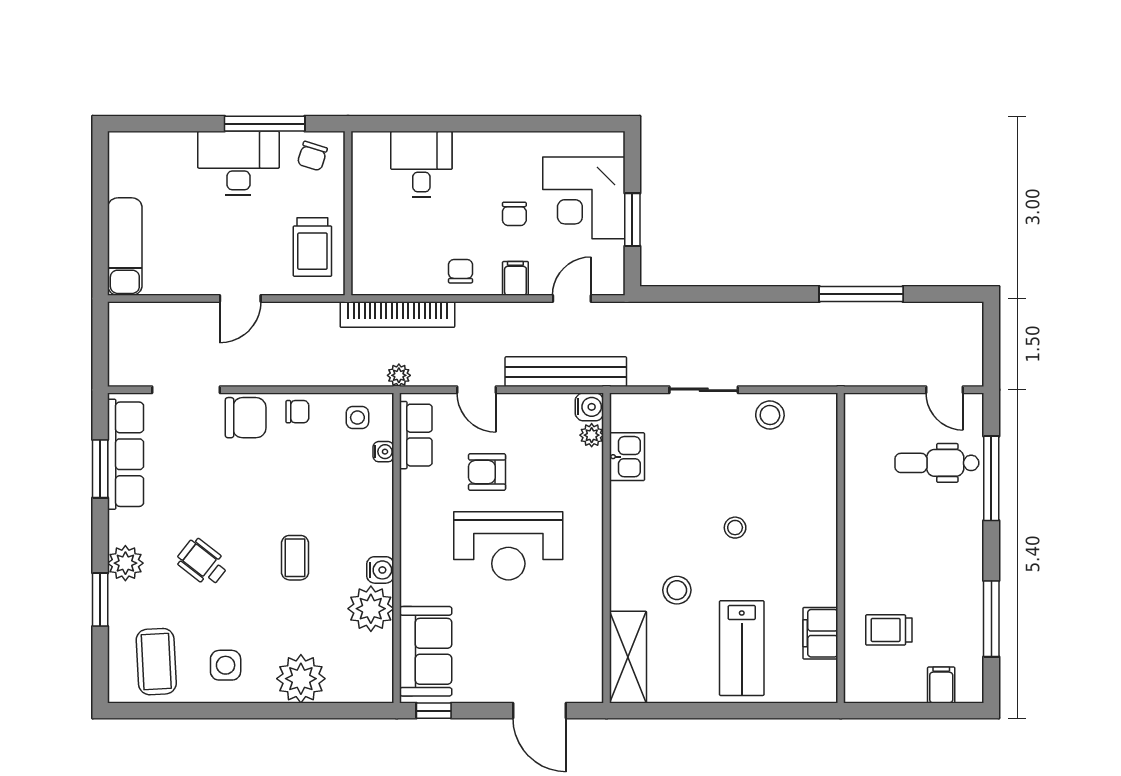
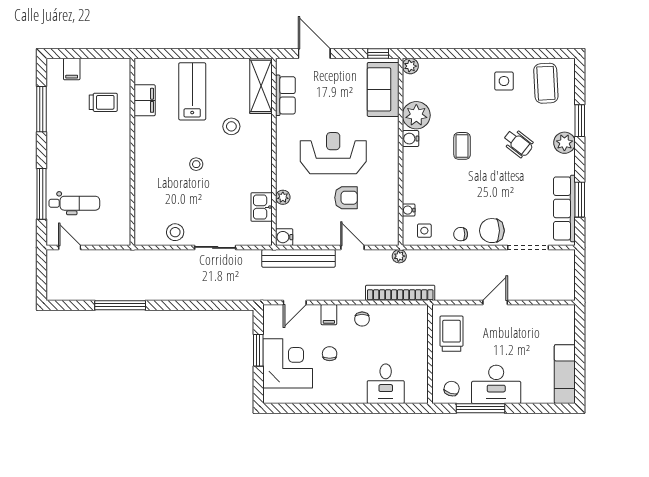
exam couch: (125, 247) -> (565, 374), moved
row of seats: (416, 435) -> (285, 95), moved, turned 180
plant: (592, 435) -> (283, 197), moved
plant: (301, 679) -> (410, 66), moved, width x0.53, depth x0.53

